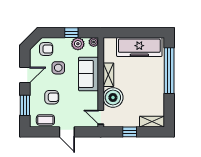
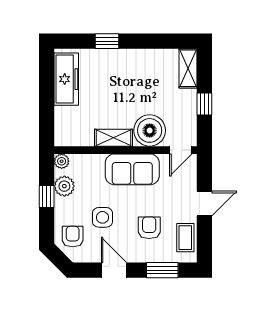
freezer: (139, 47) -> (66, 79), width x0.73, depth x0.79
window: (169, 71) -> (107, 41), width x0.32
sofa: (88, 74) -> (132, 169), moved

